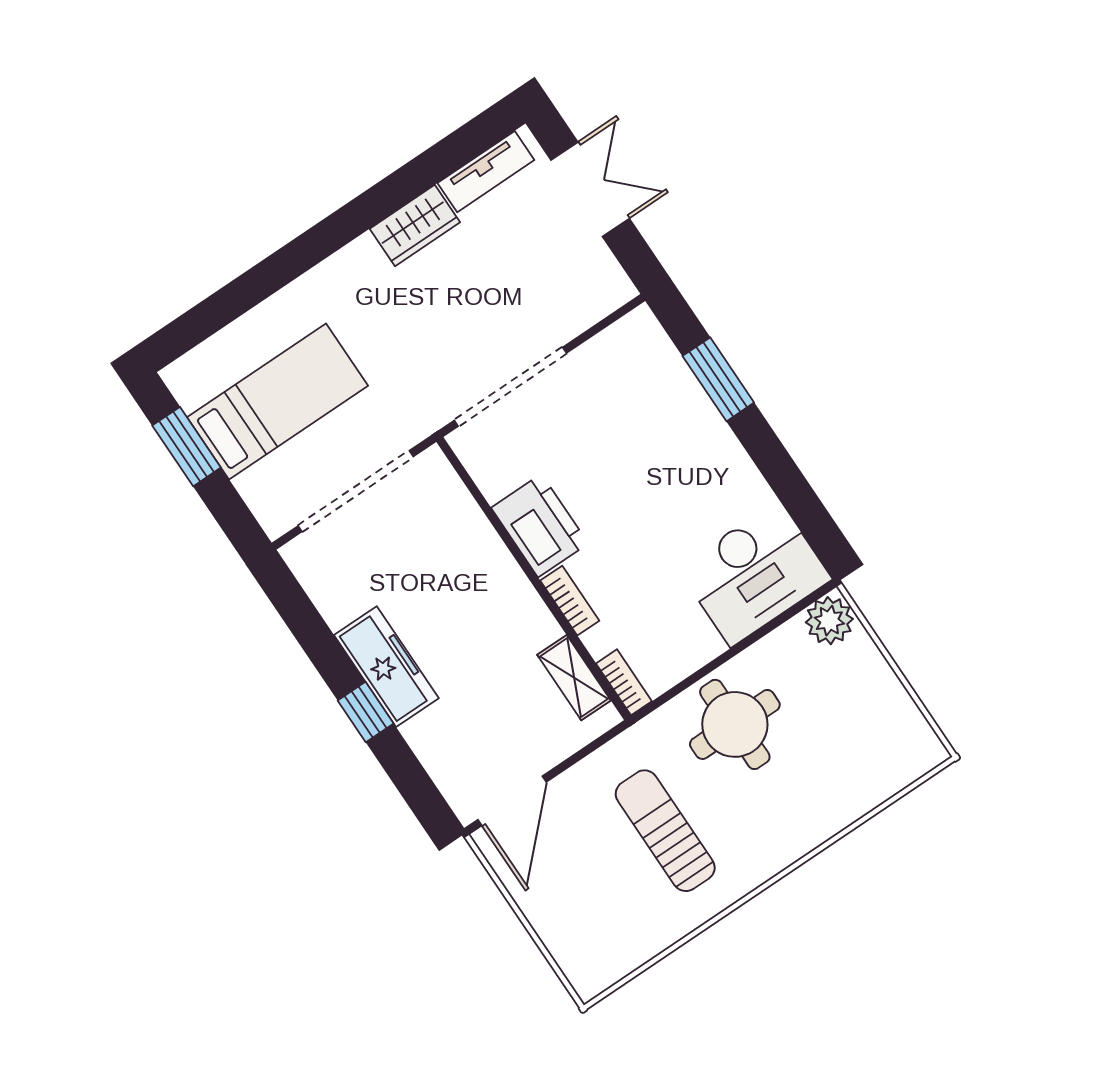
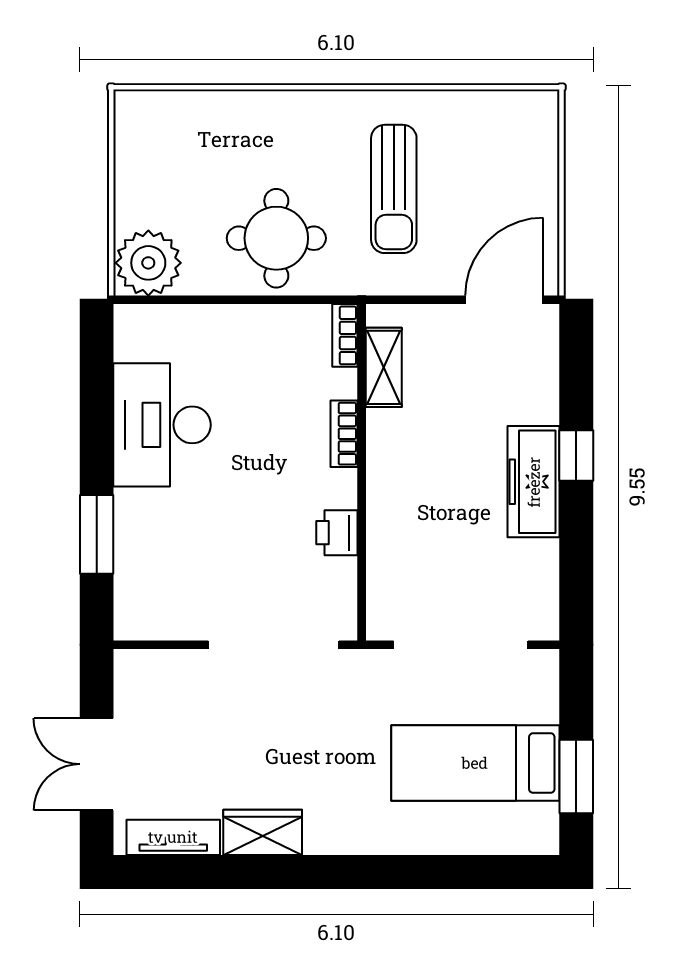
printer: (540, 526) -> (337, 533), width x0.53, depth x0.68
desk: (755, 574) -> (162, 425), moved, turned -90
plant: (829, 621) -> (148, 263), width x1.36, depth x1.36

